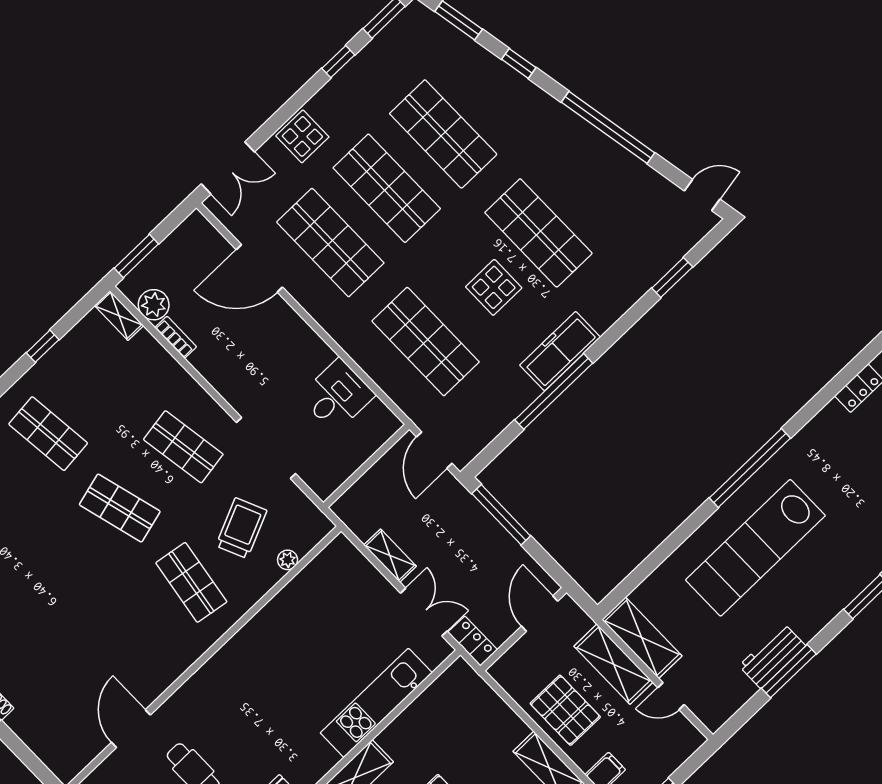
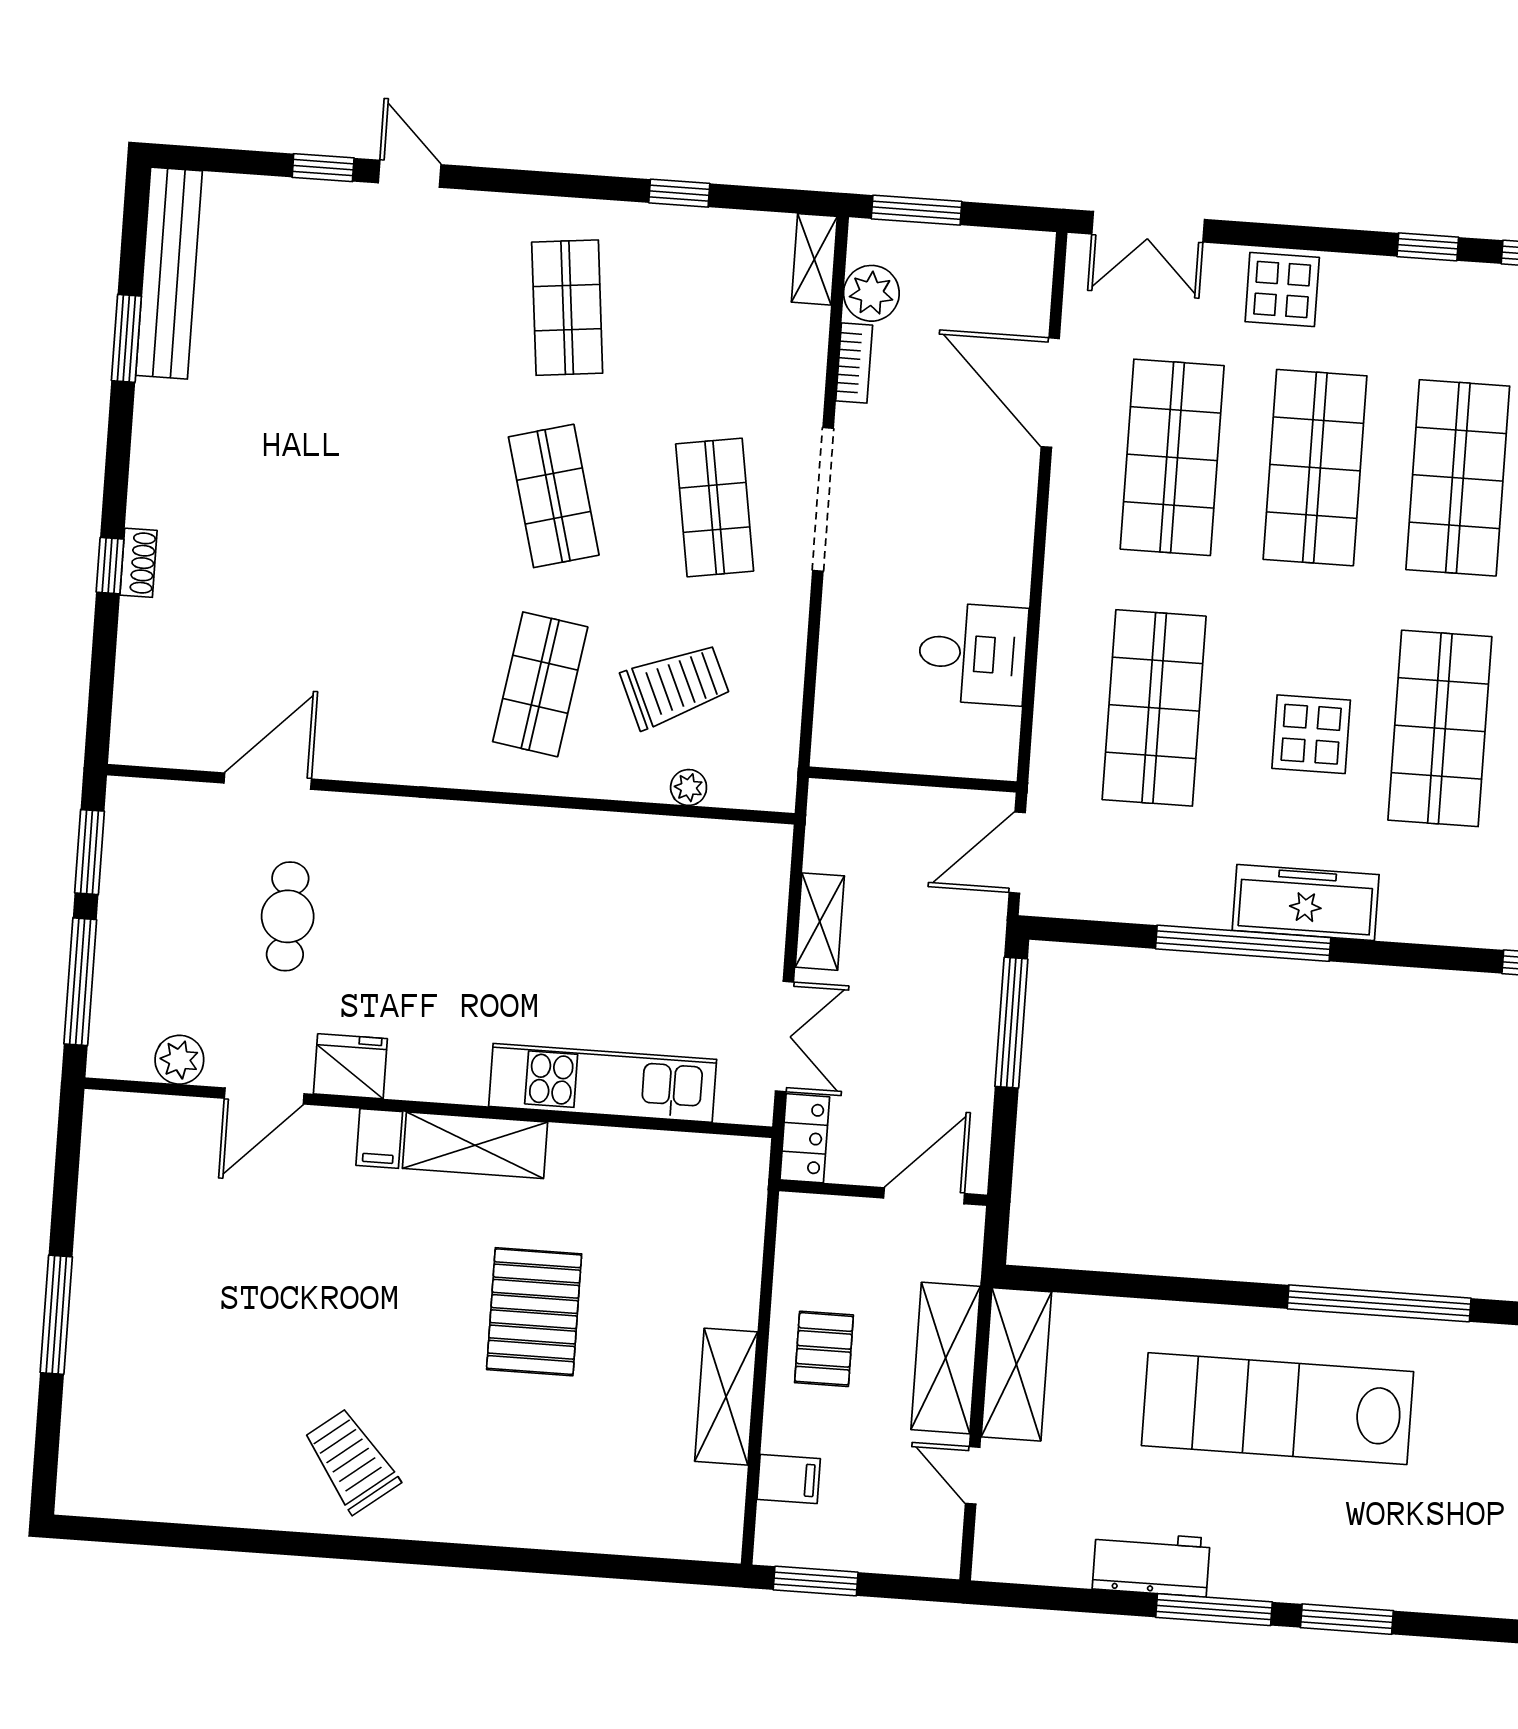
doorway: (266, 448) -> (823, 499), moved
window: (789, 671) -> (1214, 1610), moved
pallet: (565, 710) -> (824, 1349), width x0.67, depth x0.71

